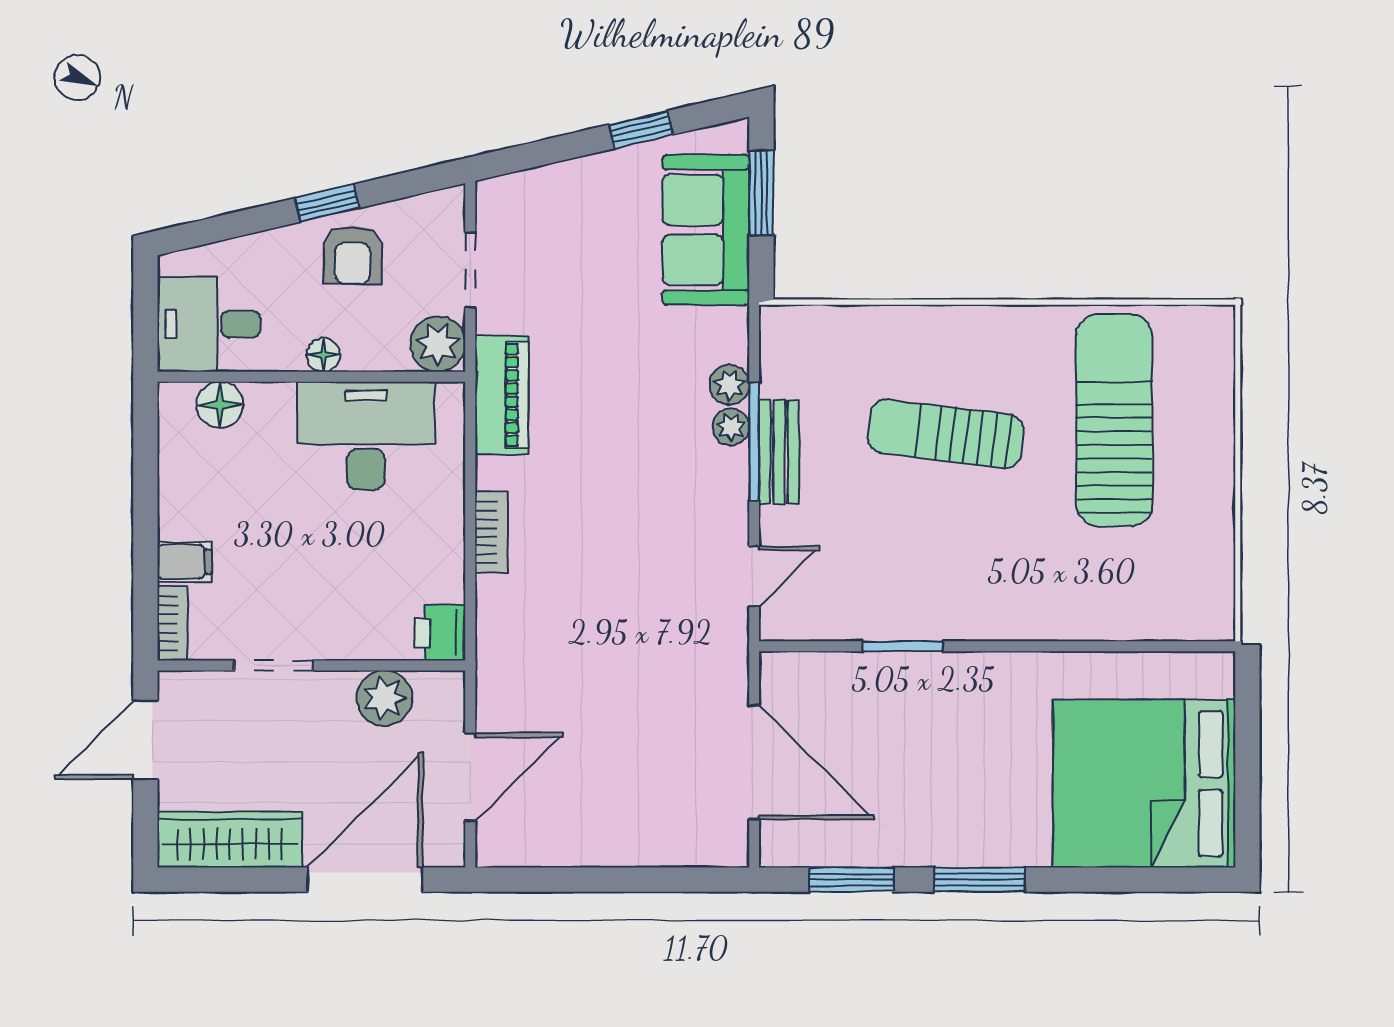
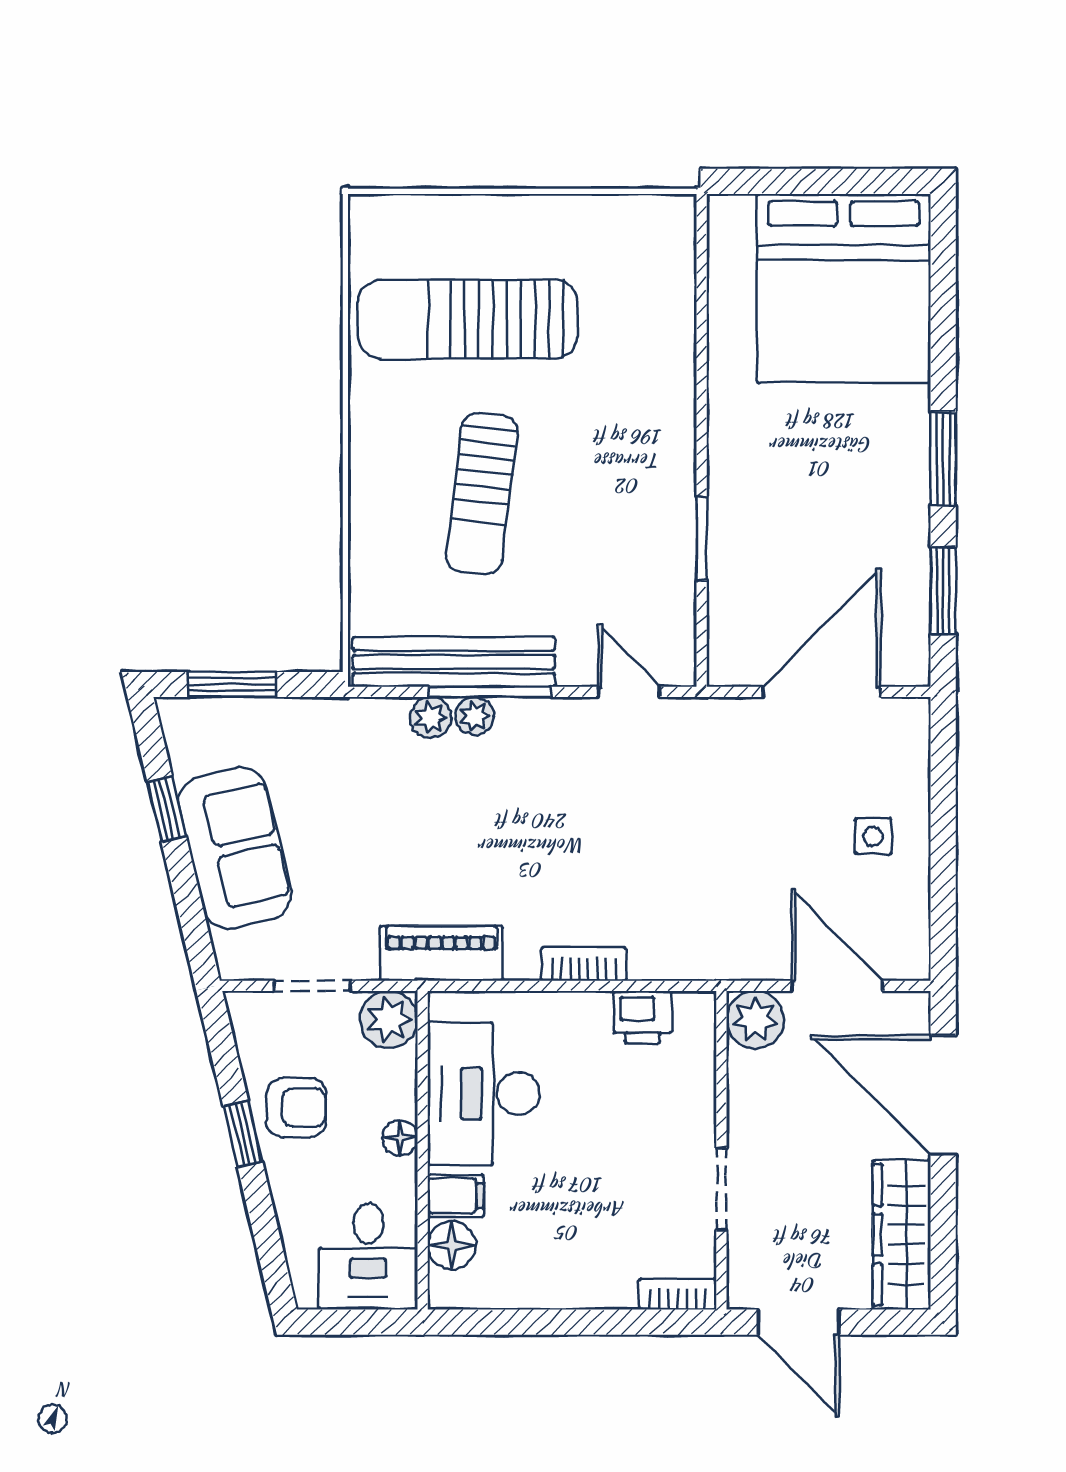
sofa: (706, 230) -> (235, 848), moved, turned -103
bench: (779, 452) -> (454, 662), width x1.86, depth x1.21
filing cabinet: (185, 562) -> (456, 1196), moved, turned 90
printer: (440, 633) -> (643, 1017), moved
plant: (384, 698) -> (755, 1020), moved
side table: (615, 812) -> (873, 836), added

